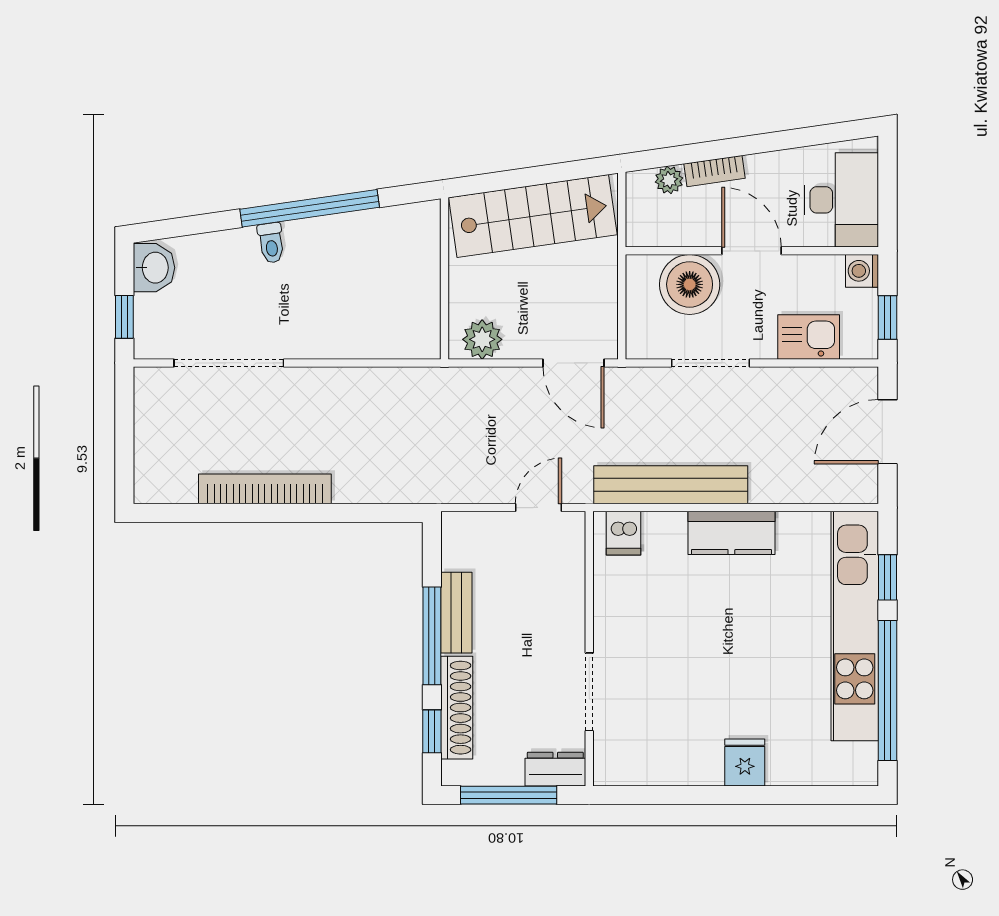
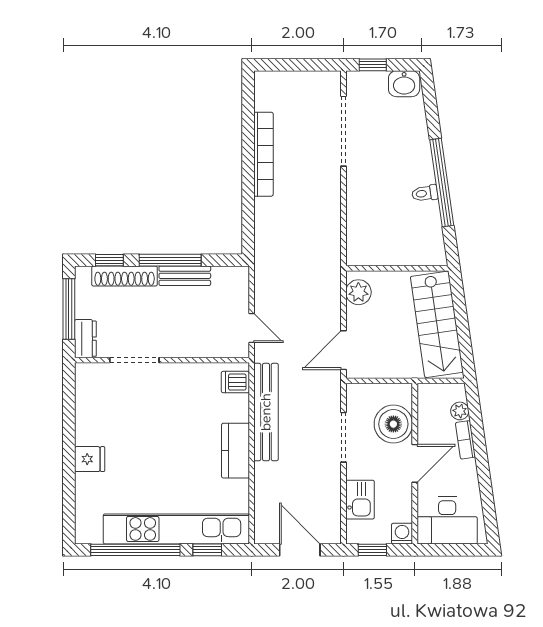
toilet: (271, 243) -> (425, 193), moved

